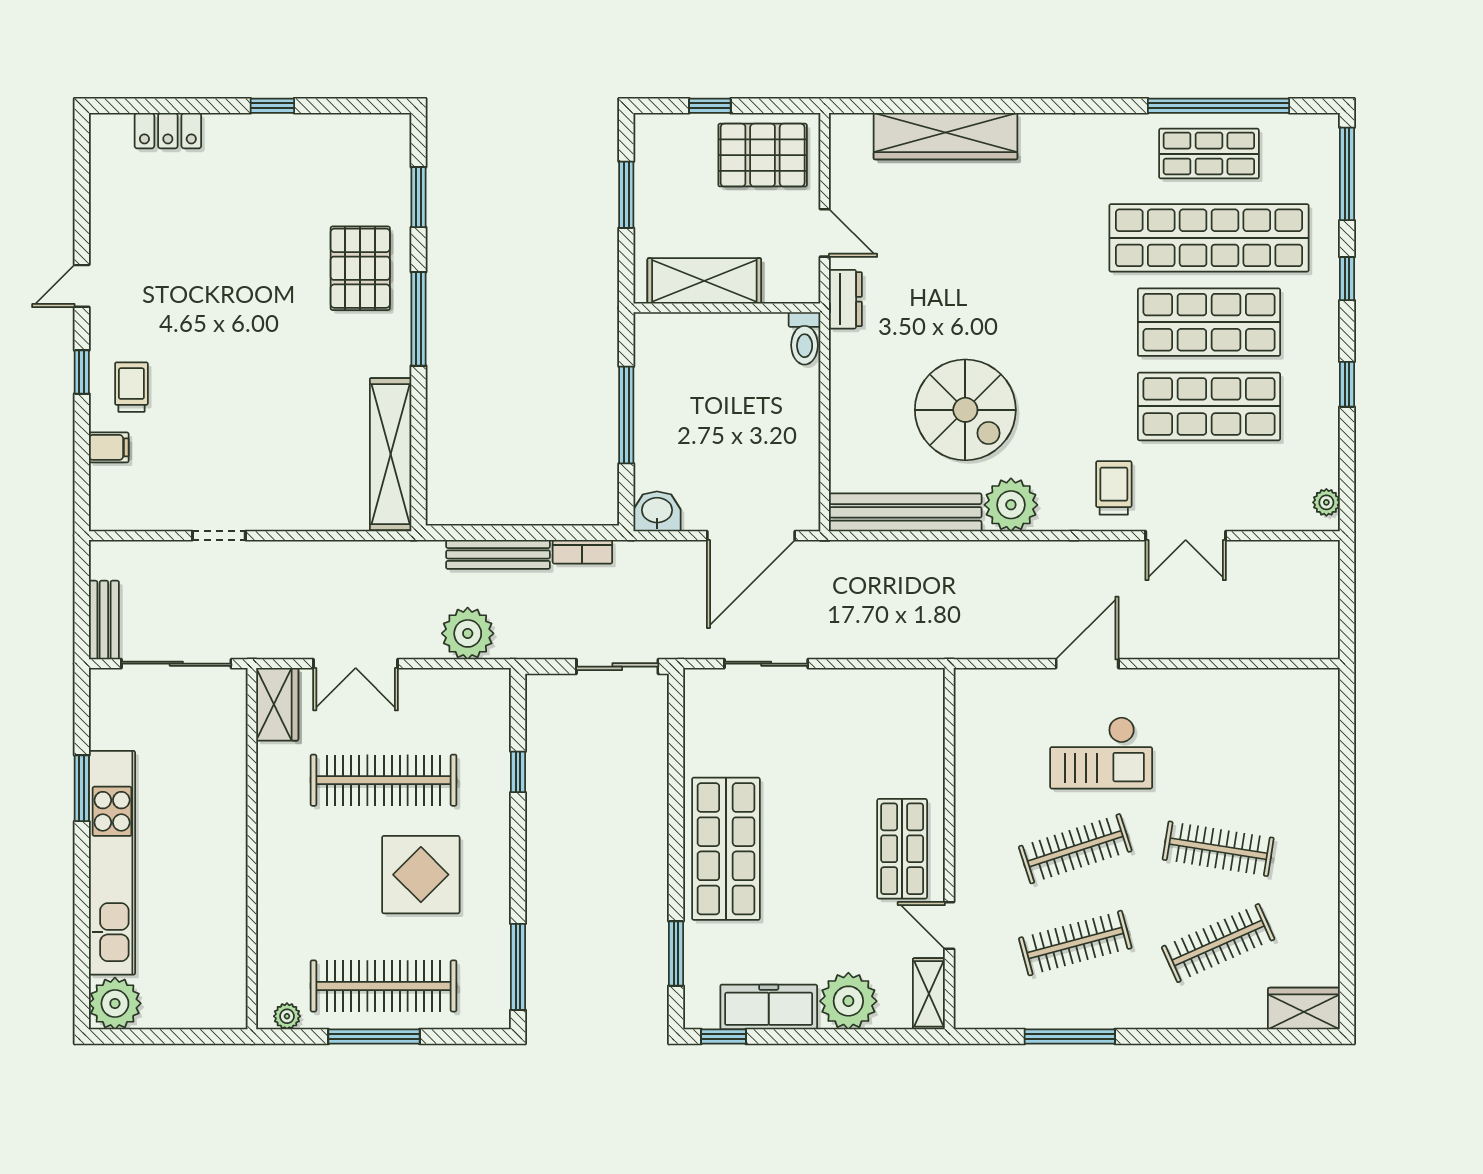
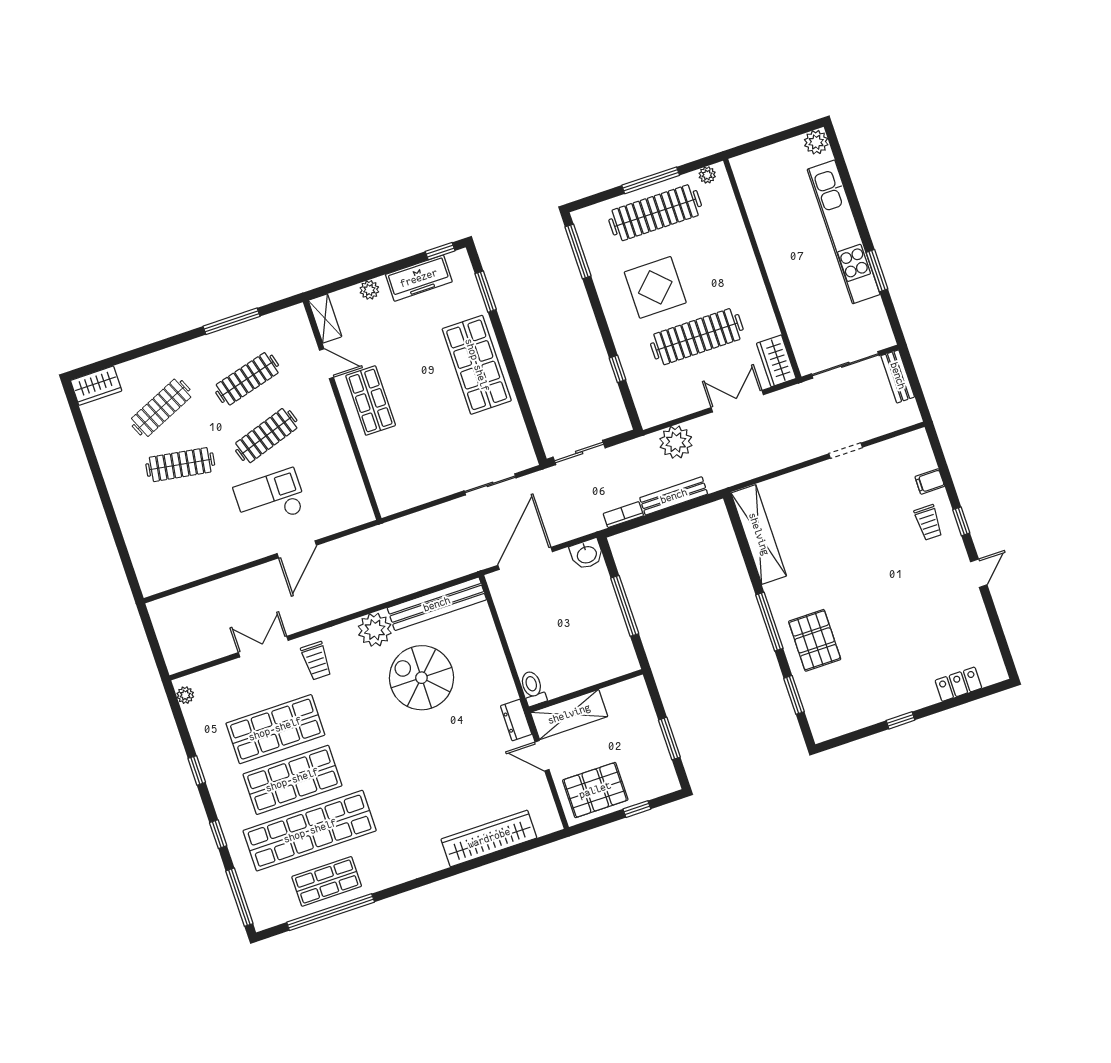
shelving: (704, 281) -> (569, 714), moved
plant: (848, 1001) -> (369, 290), width x0.53, depth x0.53
plant: (115, 1003) -> (816, 142), width x0.73, depth x0.73

